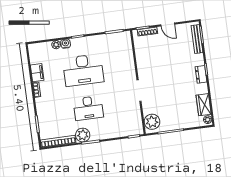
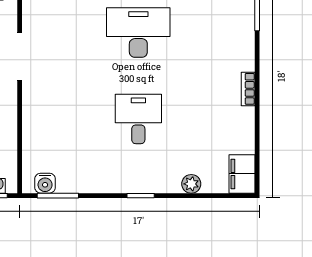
water cooler: (66, 44) -> (45, 183), moved
desk: (83, 70) -> (138, 119), width x0.53, depth x0.77
filing cabinet: (37, 73) -> (242, 174), moved

